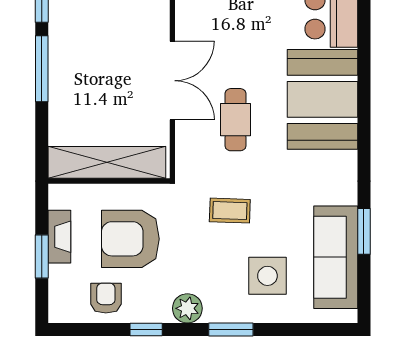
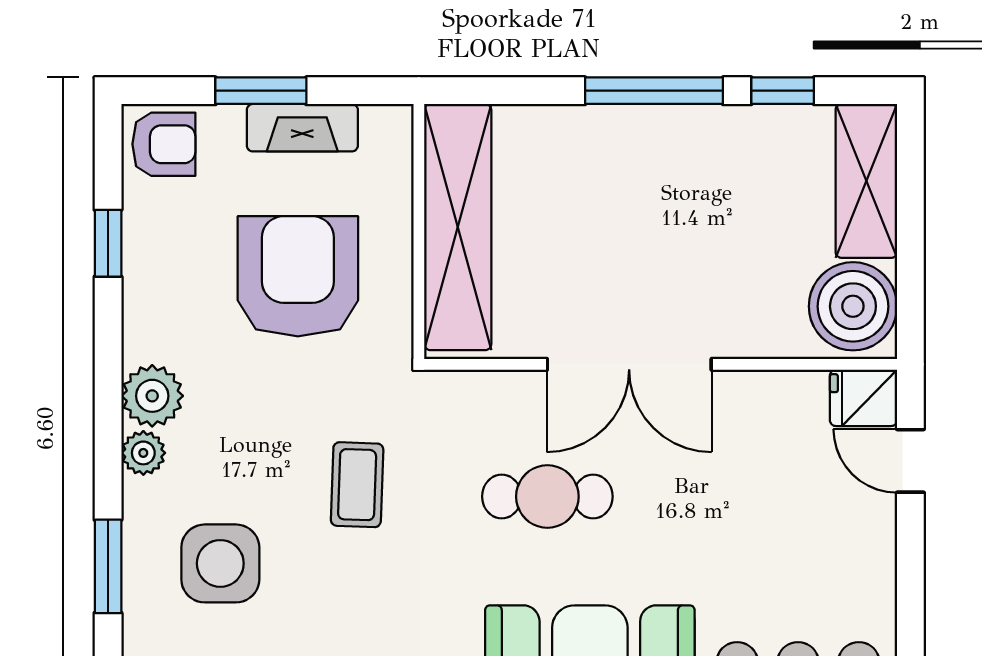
armchair: (106, 298) -> (164, 144), moved
plant: (215, 313) -> (143, 453), added
window: (146, 329) -> (108, 243), moved
window: (231, 329) -> (108, 566), moved

